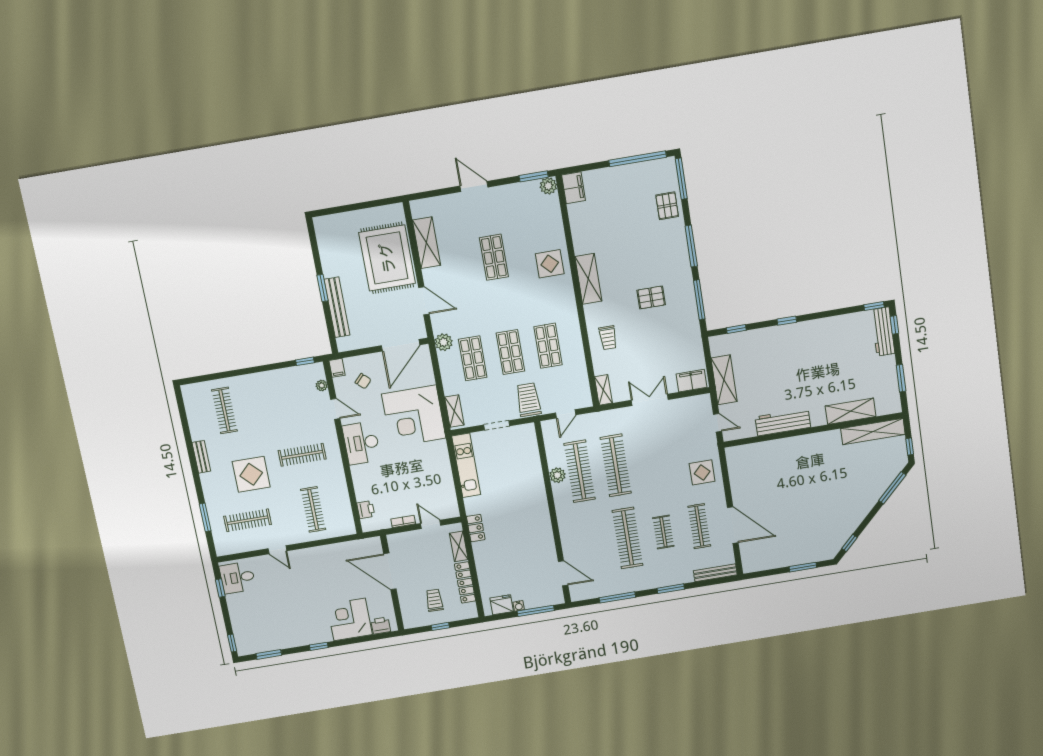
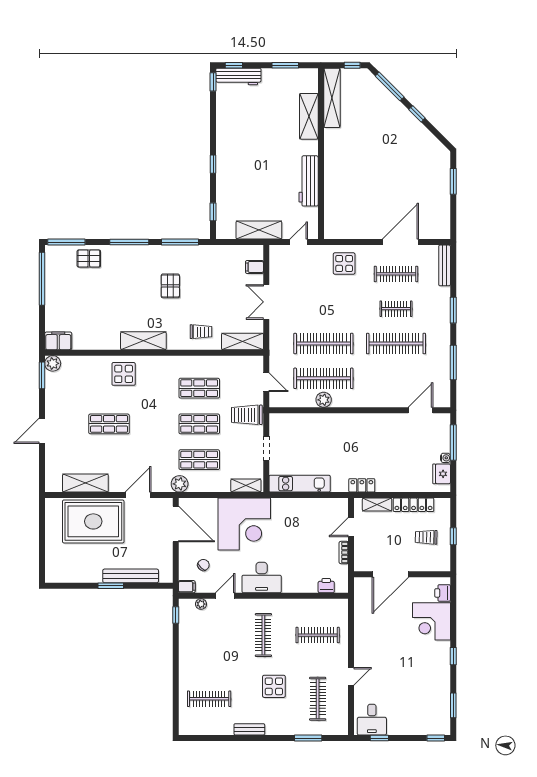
filing cabinet: (692, 381) -> (255, 267), width x0.50
shelving: (603, 390) -> (242, 342), width x1.50, depth x1.33
display table: (251, 474) -> (274, 686), width x0.73, depth x0.73
window: (850, 543) -> (417, 114), moved

